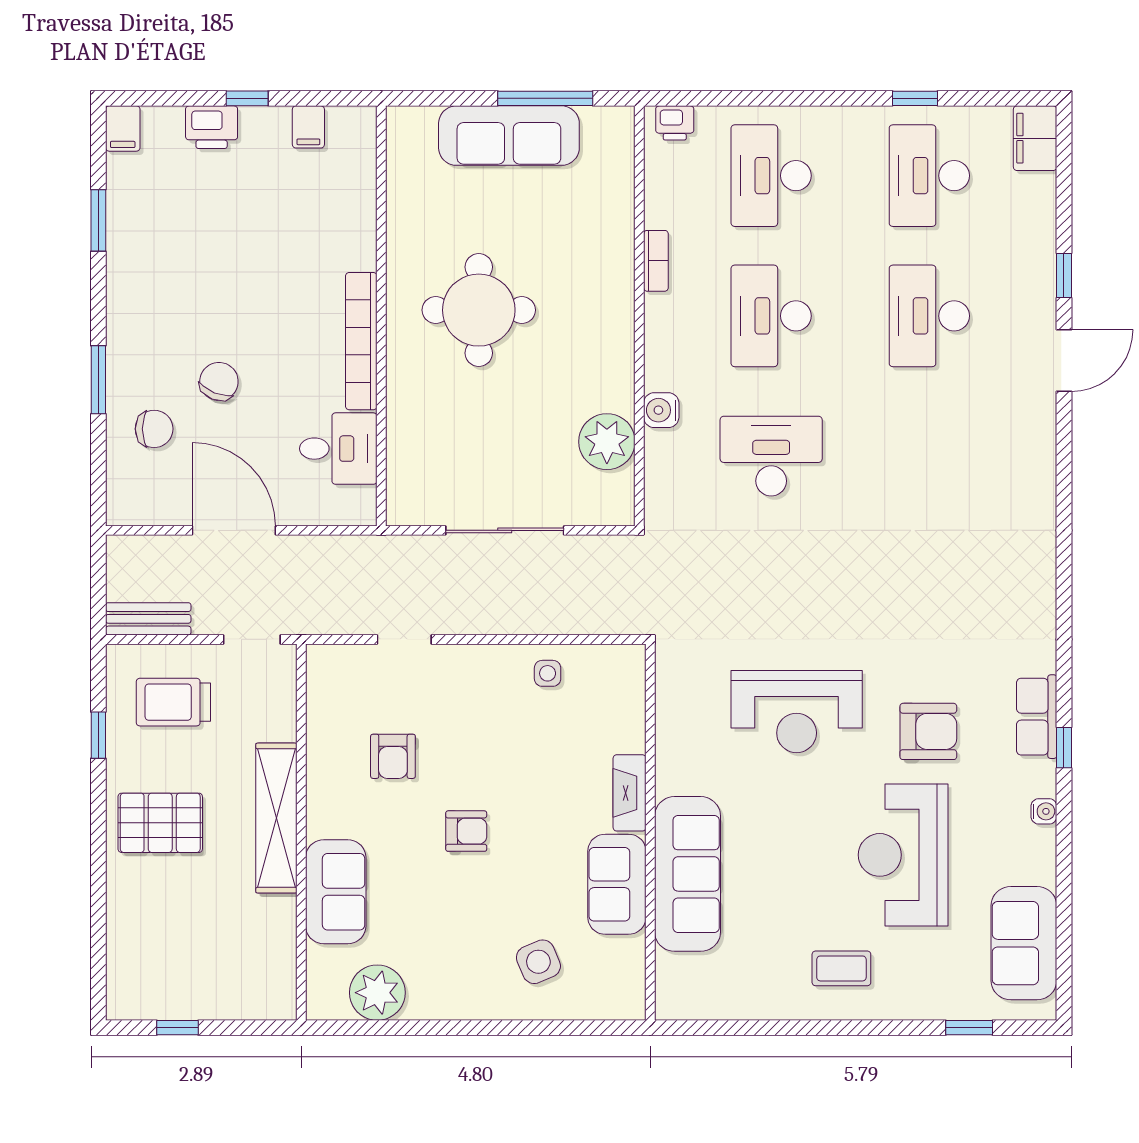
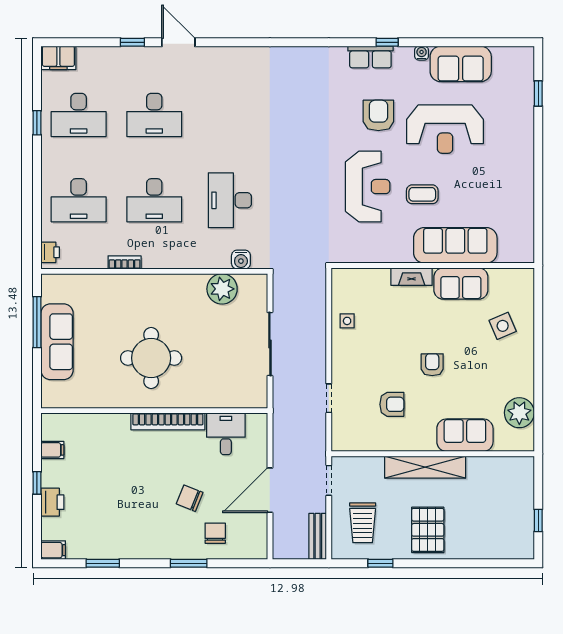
water cooler: (661, 410) -> (241, 260), moved
sofa: (1024, 943) -> (461, 64), moved
coffee table: (841, 968) -> (422, 194), moved, turned 90

